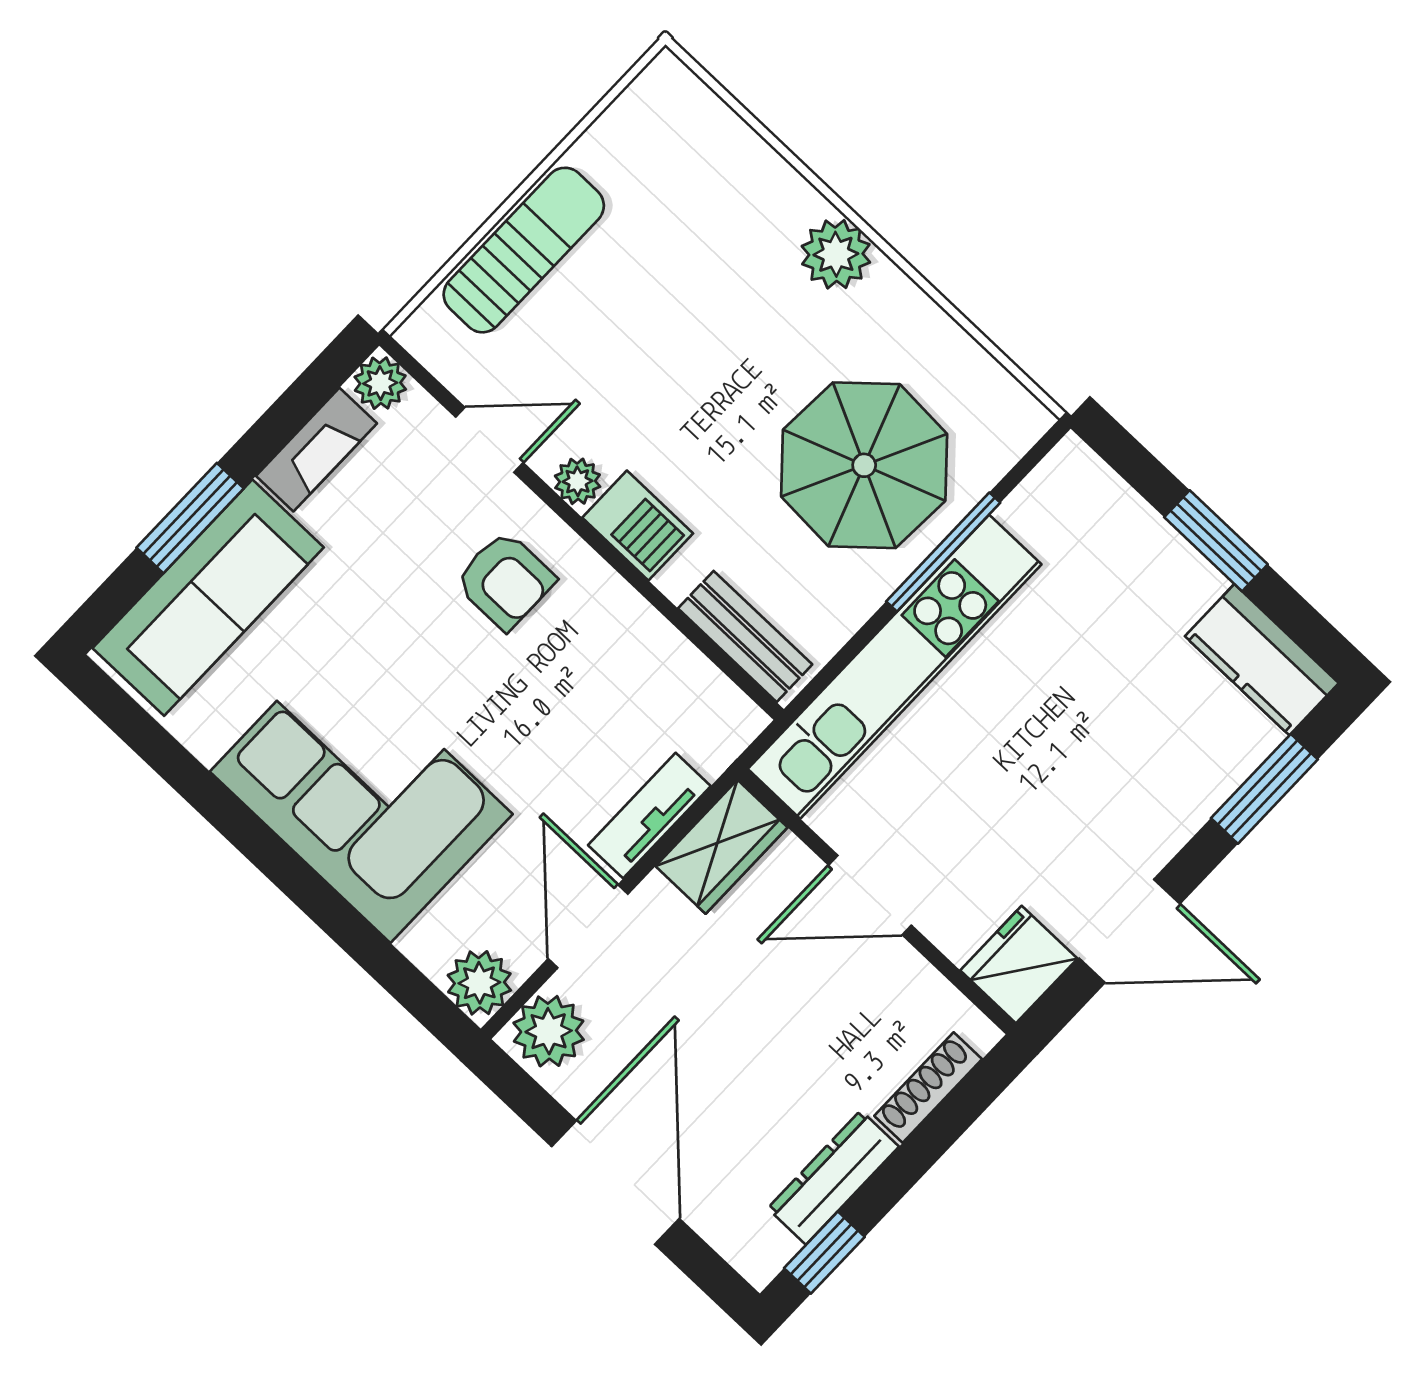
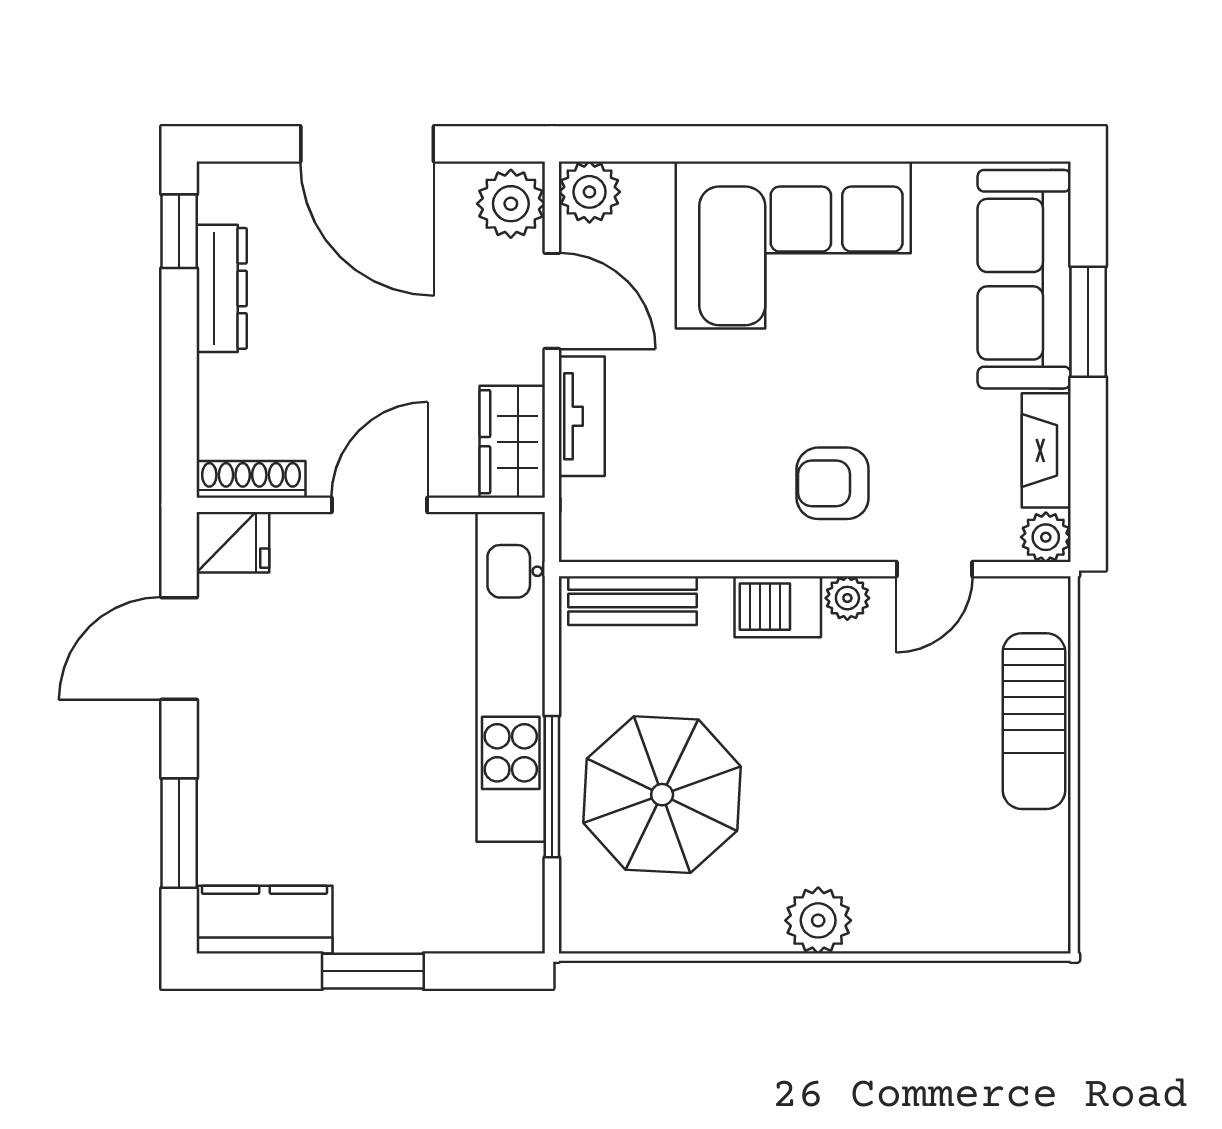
fridge: (1019, 965) -> (233, 542), width x0.72
shoe rack: (928, 1088) -> (251, 479), moved, turned -90

